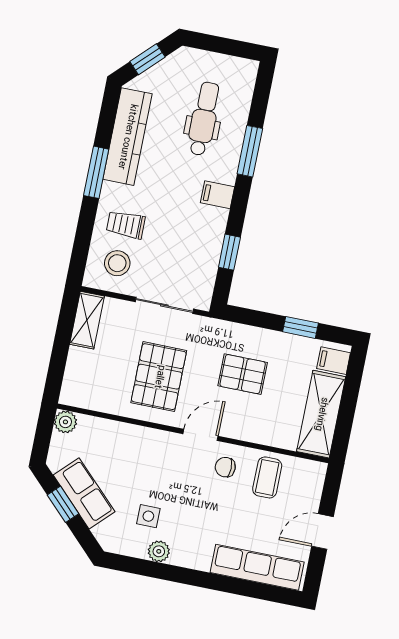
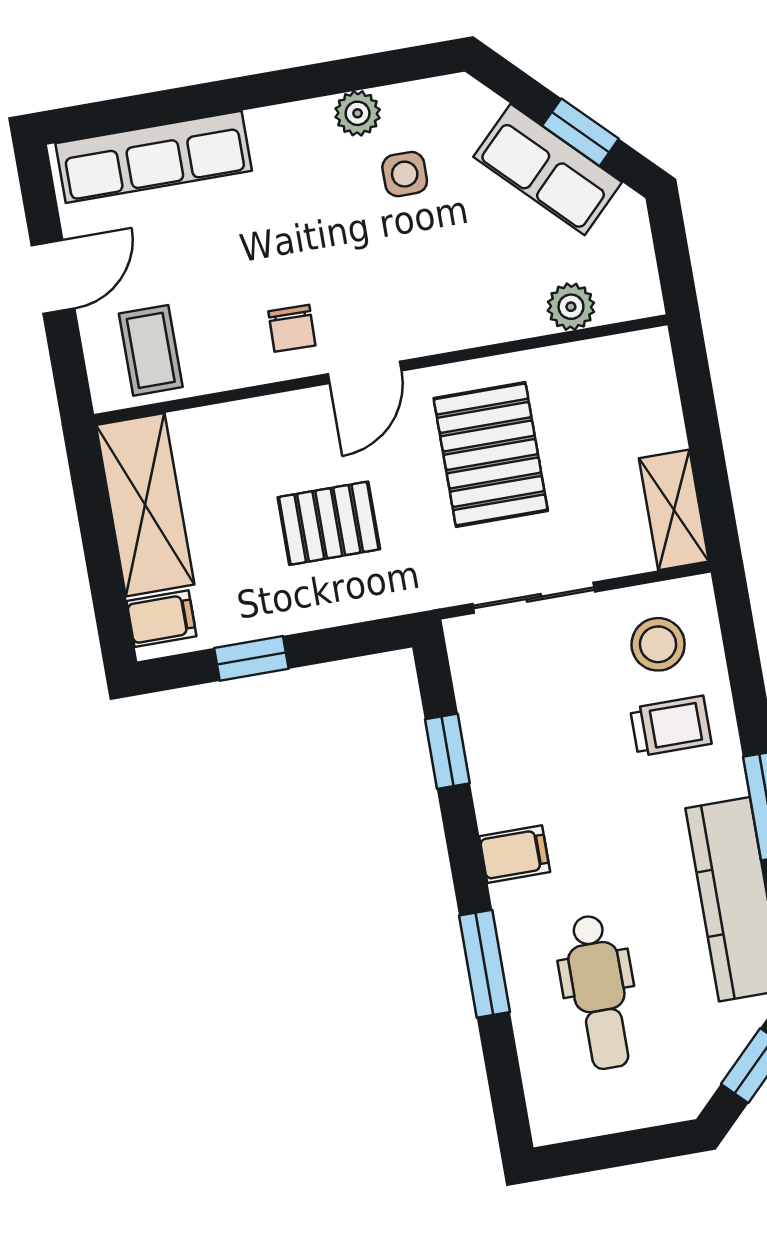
plant: (65, 422) -> (571, 307), moved
chair: (225, 467) -> (292, 328), turned 91
coffee table: (267, 477) -> (151, 350), moved

